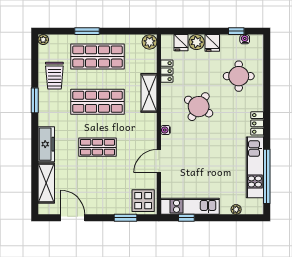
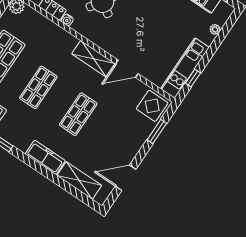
shelving: (149, 93) -> (93, 59), moved
shop shelf: (97, 102) -> (38, 87), width x0.70, depth x0.74
water cooler: (166, 130) -> (67, 20), moved
door: (159, 161) -> (127, 69), hinge flipped

